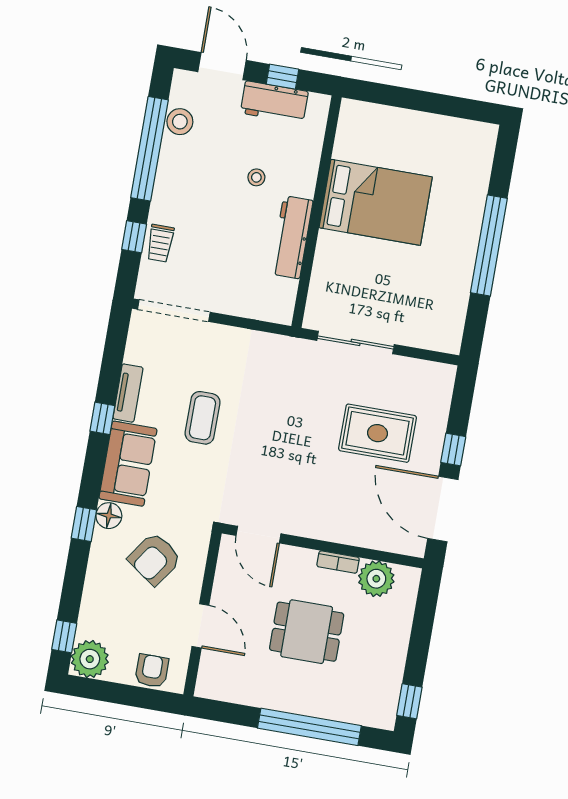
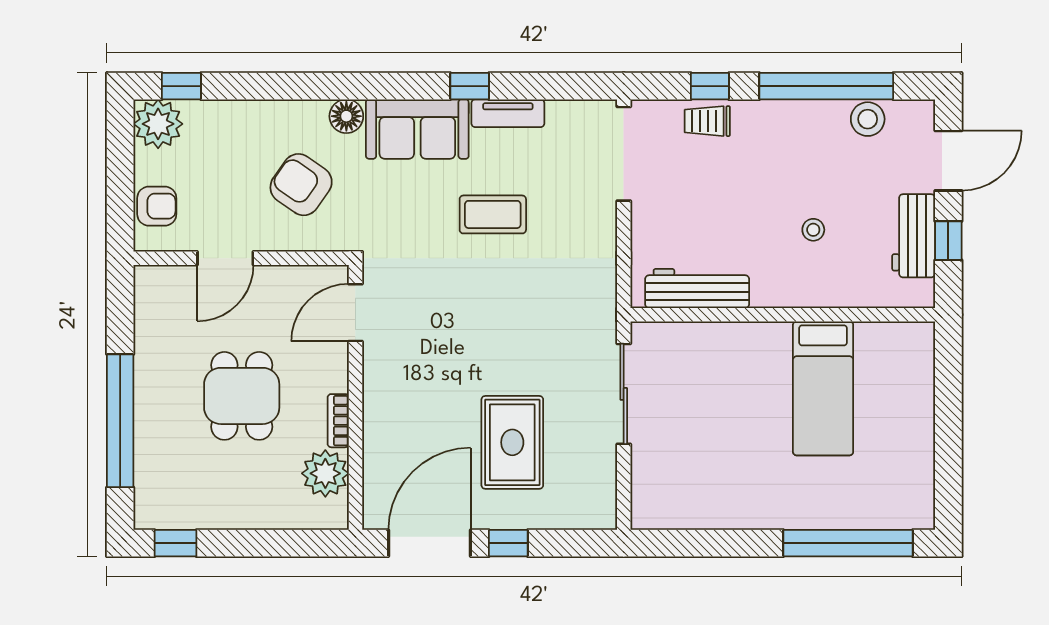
bed: (376, 202) -> (823, 388), width x0.67
workbench: (292, 237) -> (697, 288), moved
window: (489, 246) -> (848, 543), moved
window: (84, 524) -> (330, 86), removed

